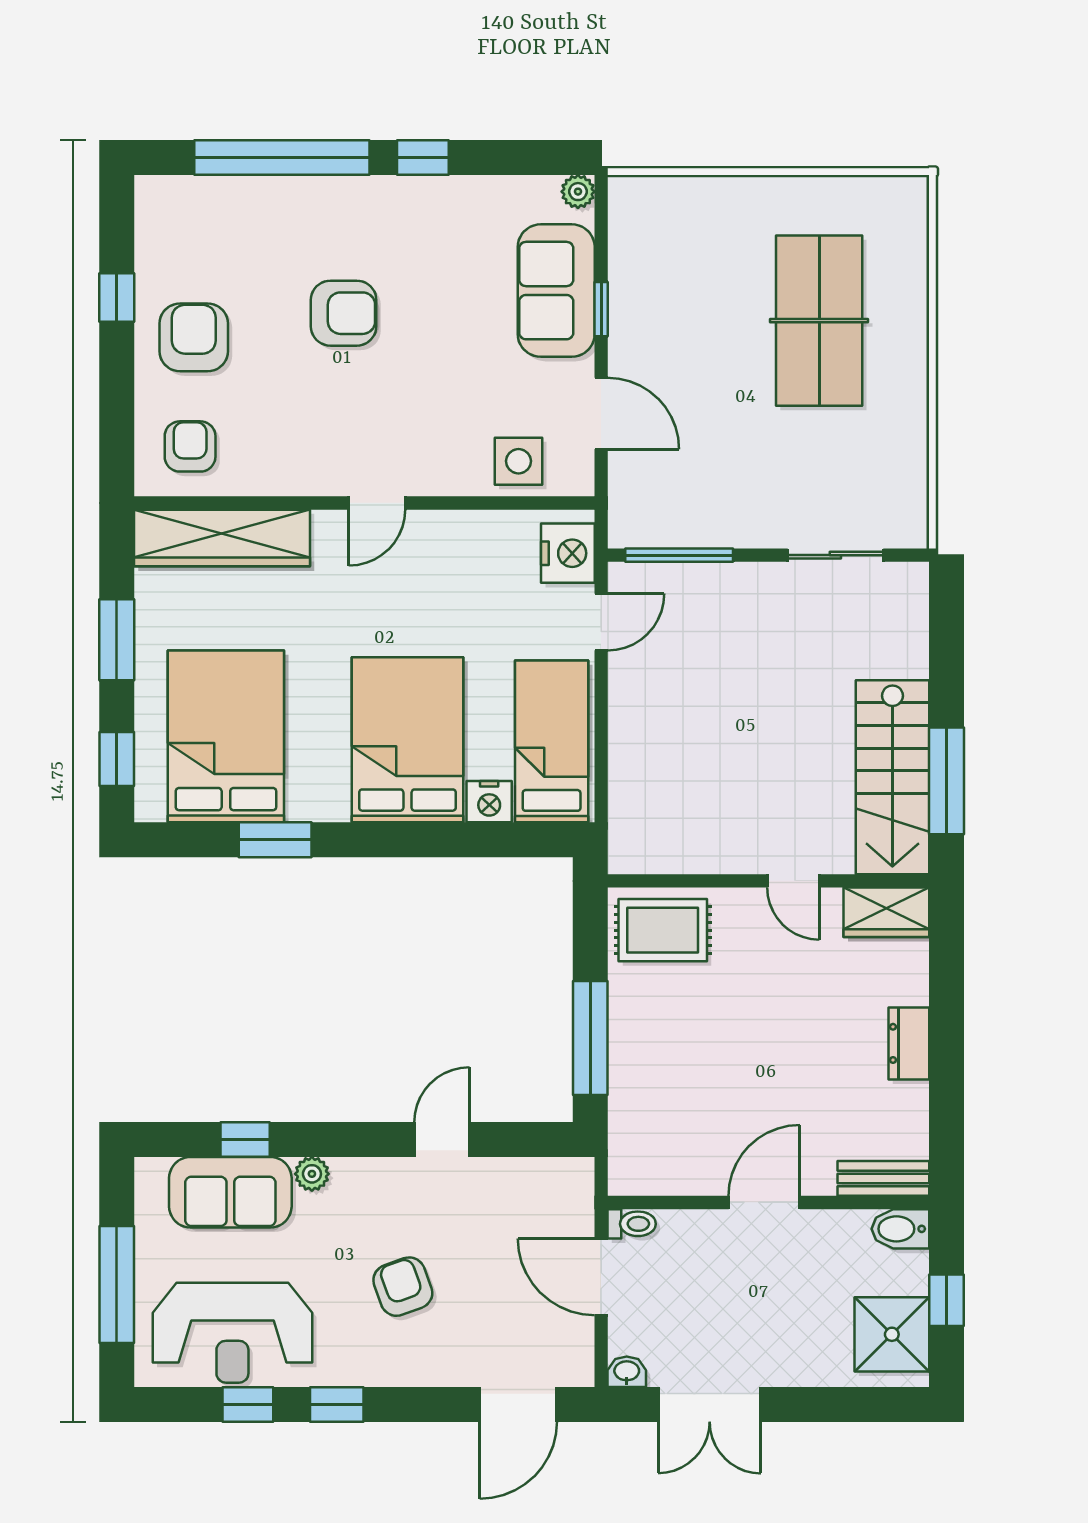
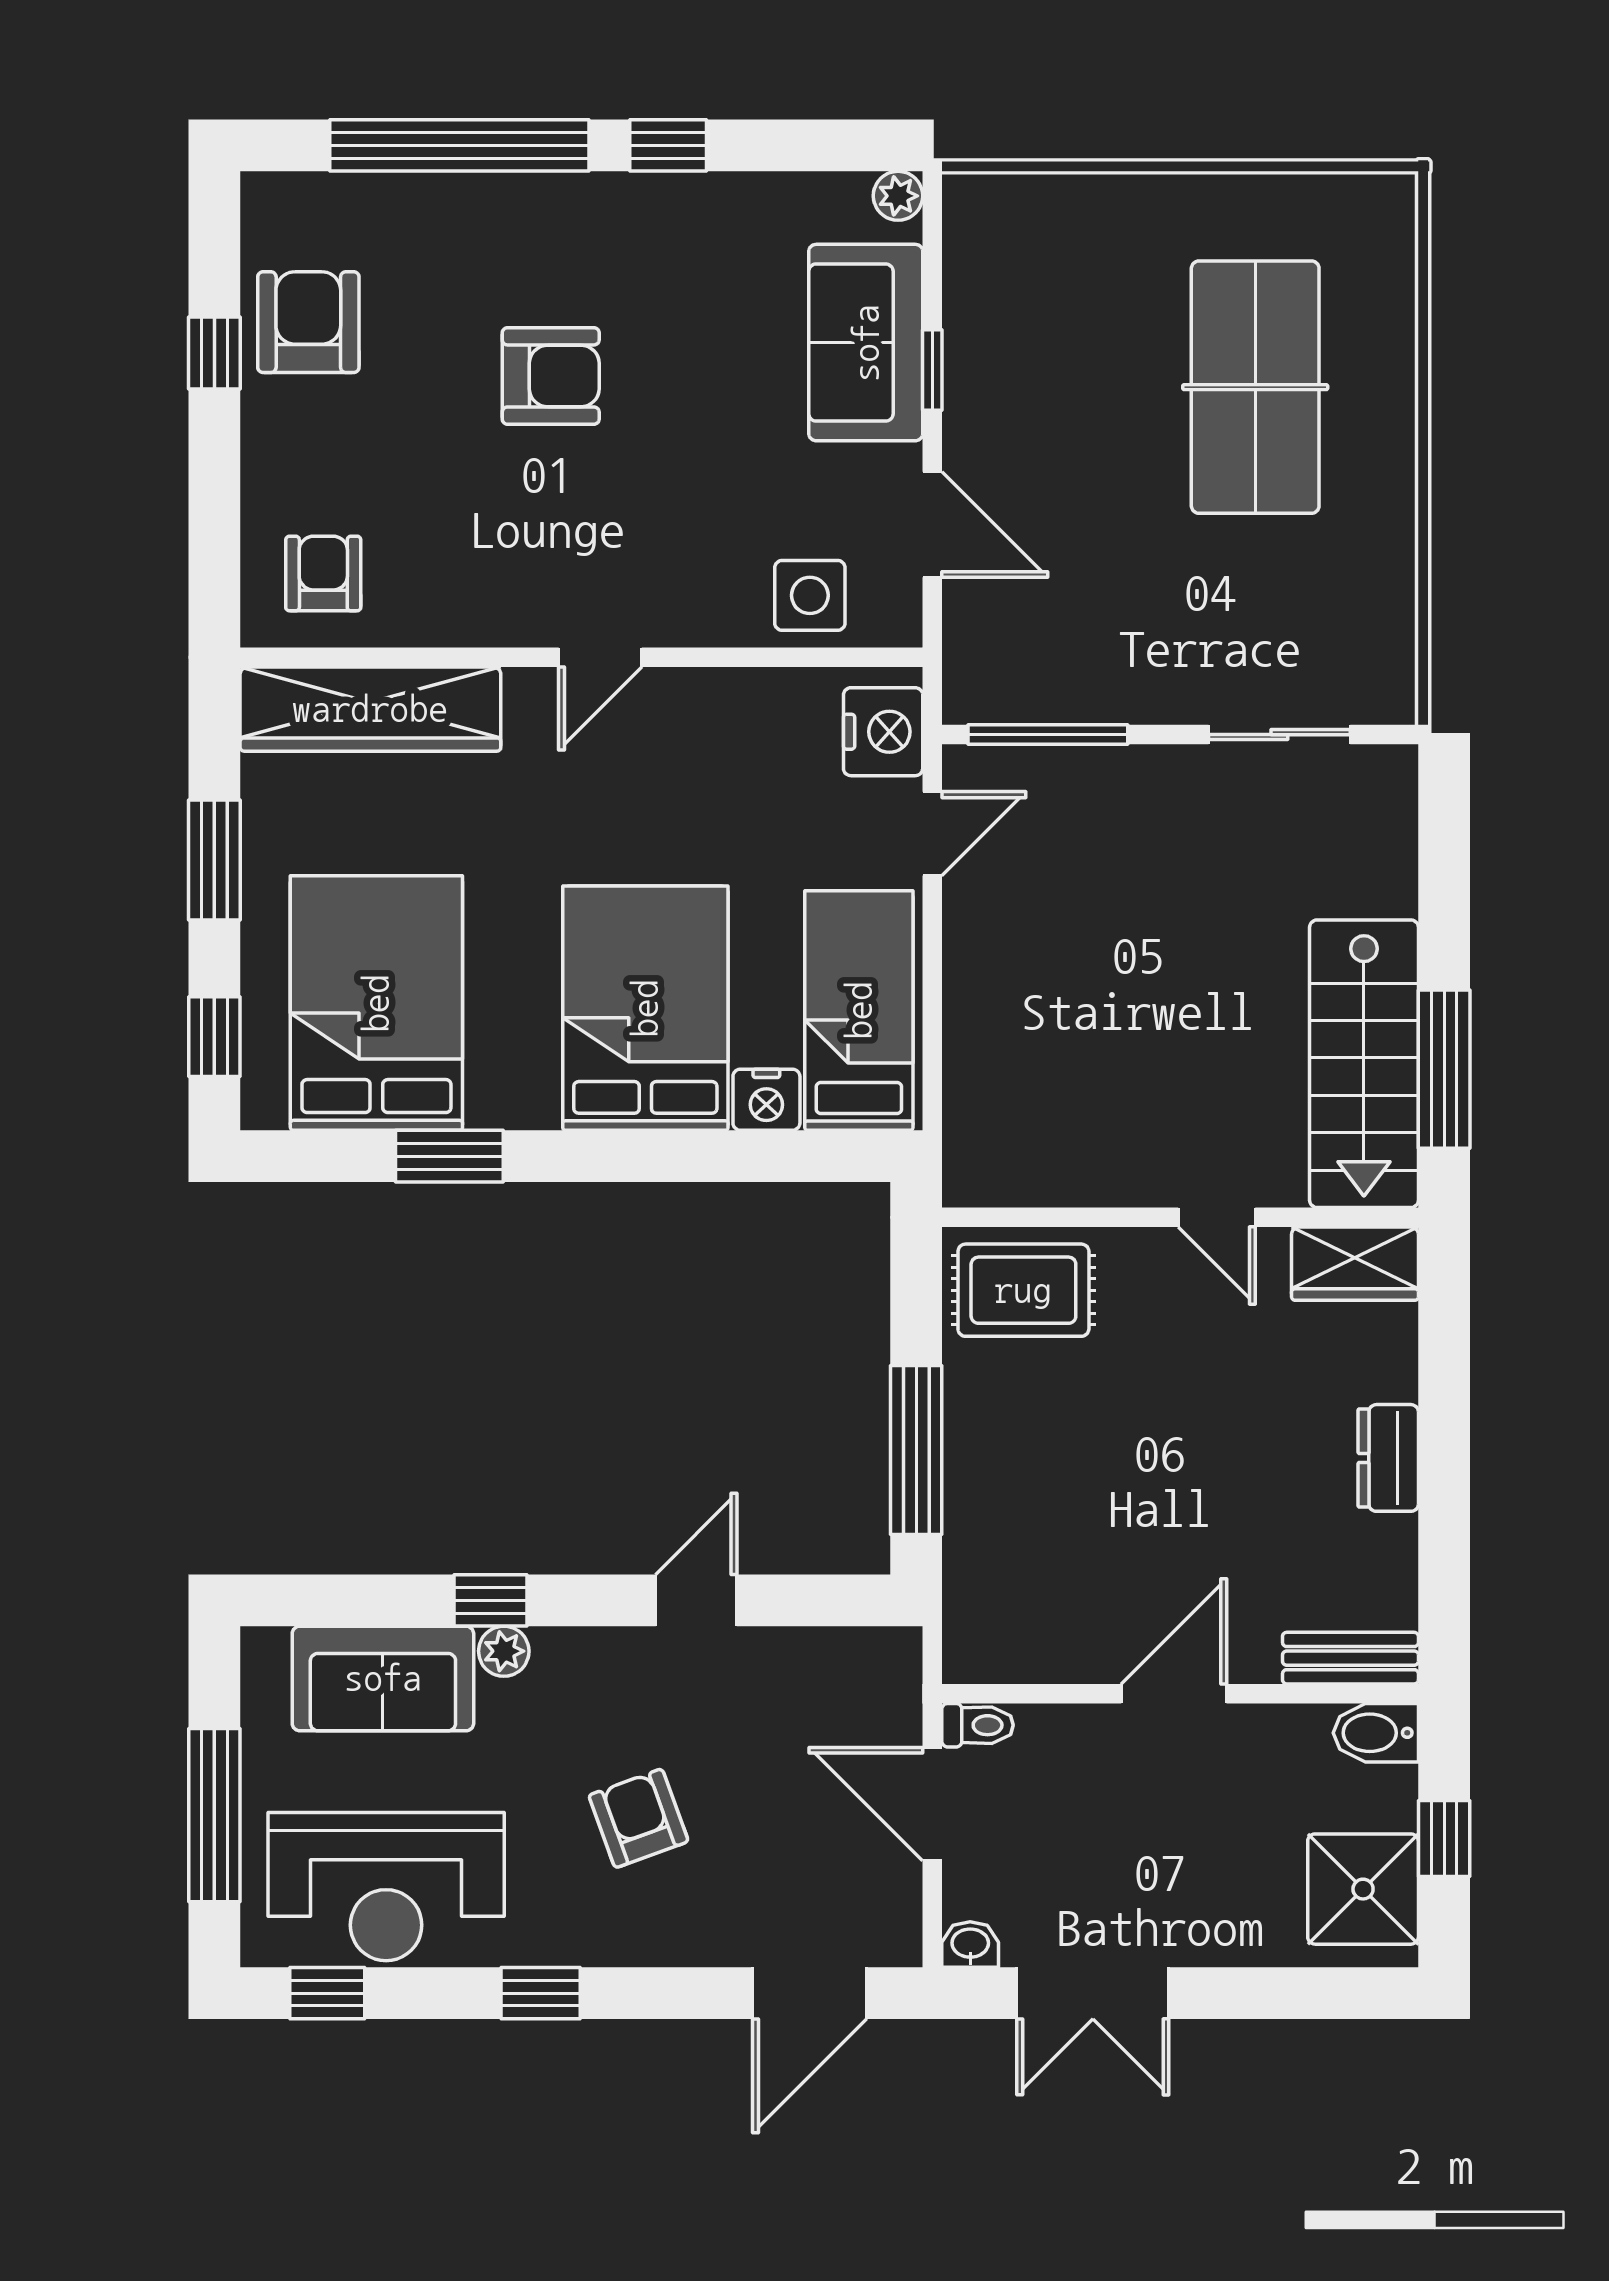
armchair: (194, 337) -> (308, 322), moved
window: (245, 1139) -> (490, 1600), moved
window: (248, 1405) -> (327, 1993), moved

